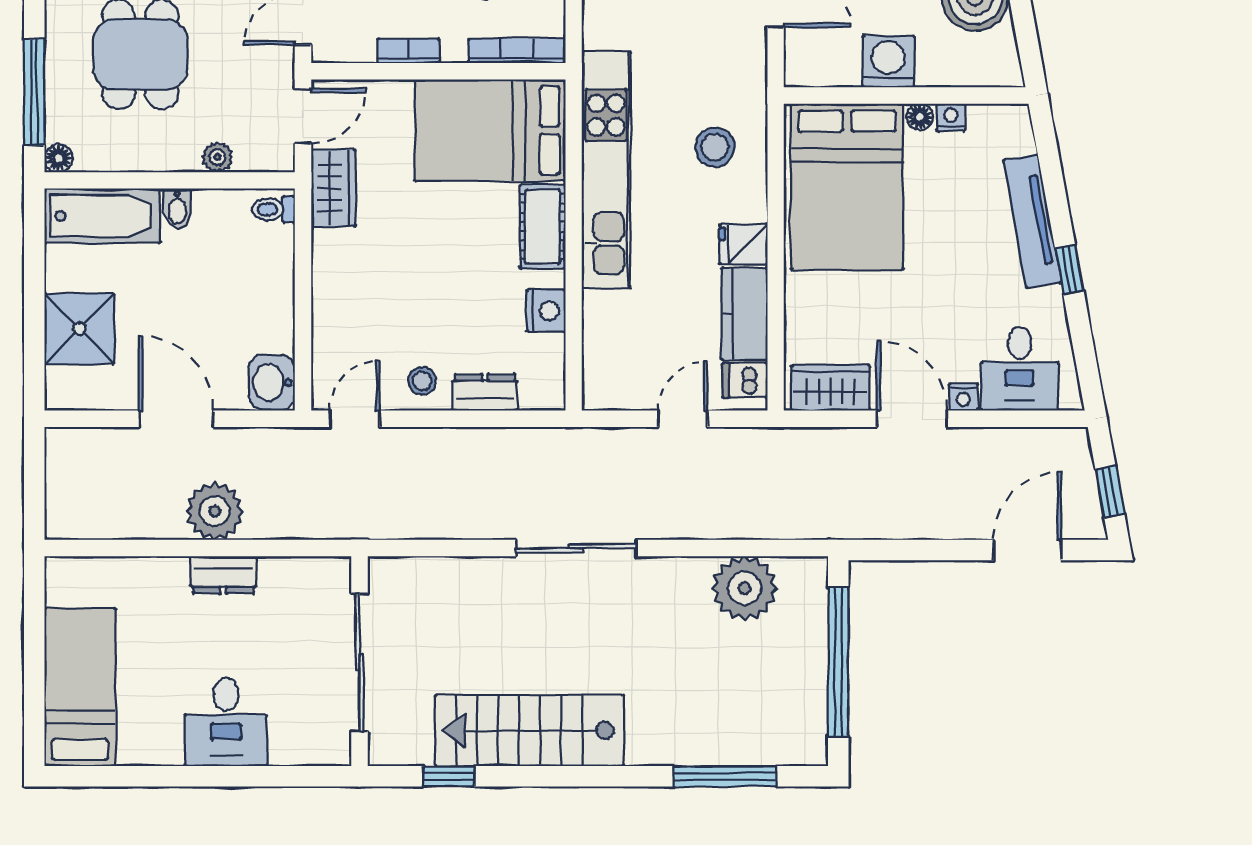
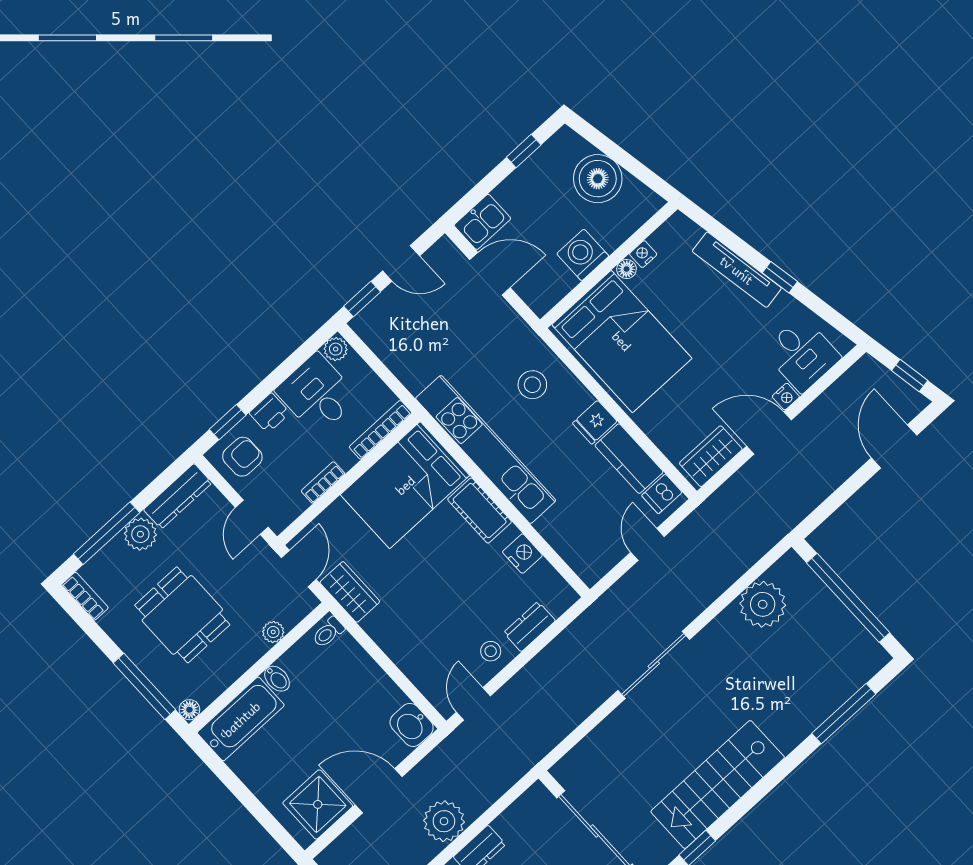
shower: (79, 329) -> (318, 804), moved

